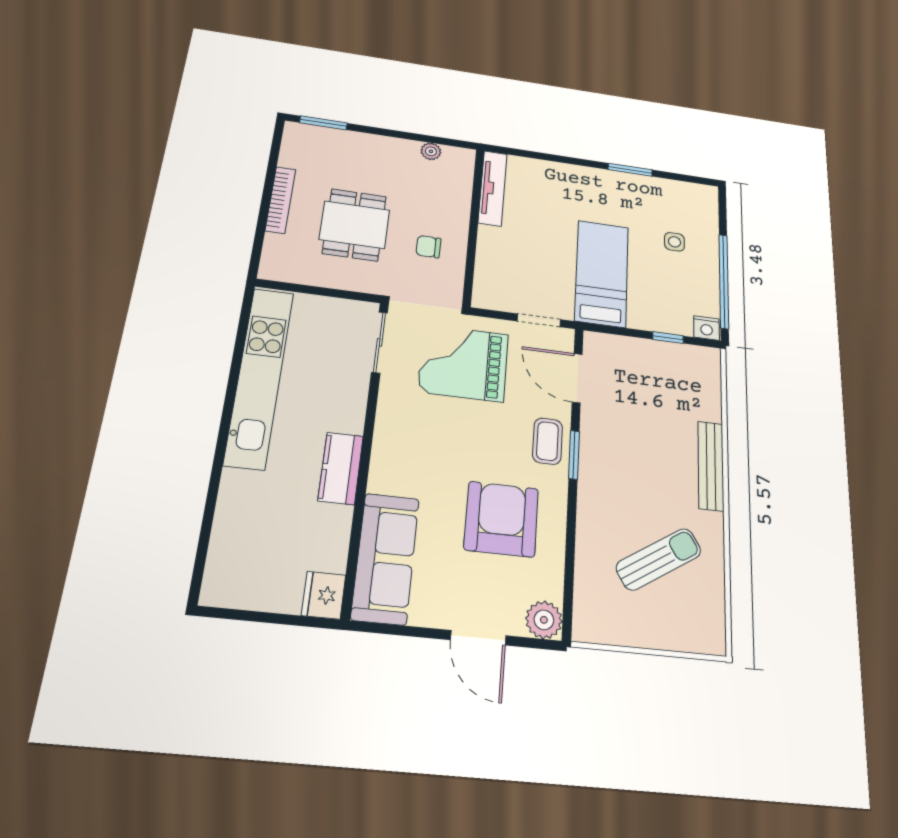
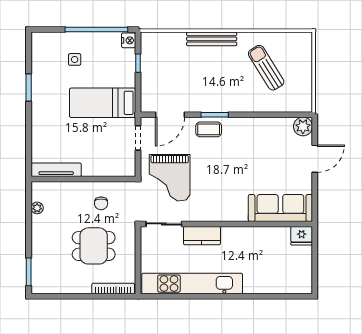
bookcase: (281, 200) -> (113, 288), moved
kitchen counter: (341, 468) -> (202, 236), moved
armchair: (501, 519) -> (254, 151), removed

